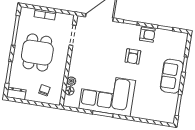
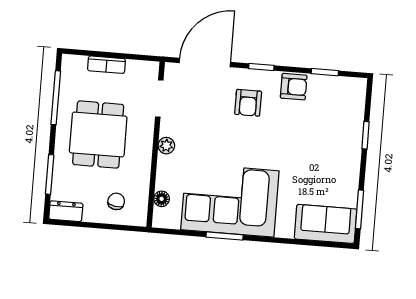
armchair: (133, 56) -> (248, 103), moved
sofa: (172, 76) -> (326, 224), moved, turned 90
plant: (71, 81) -> (166, 146), moved

